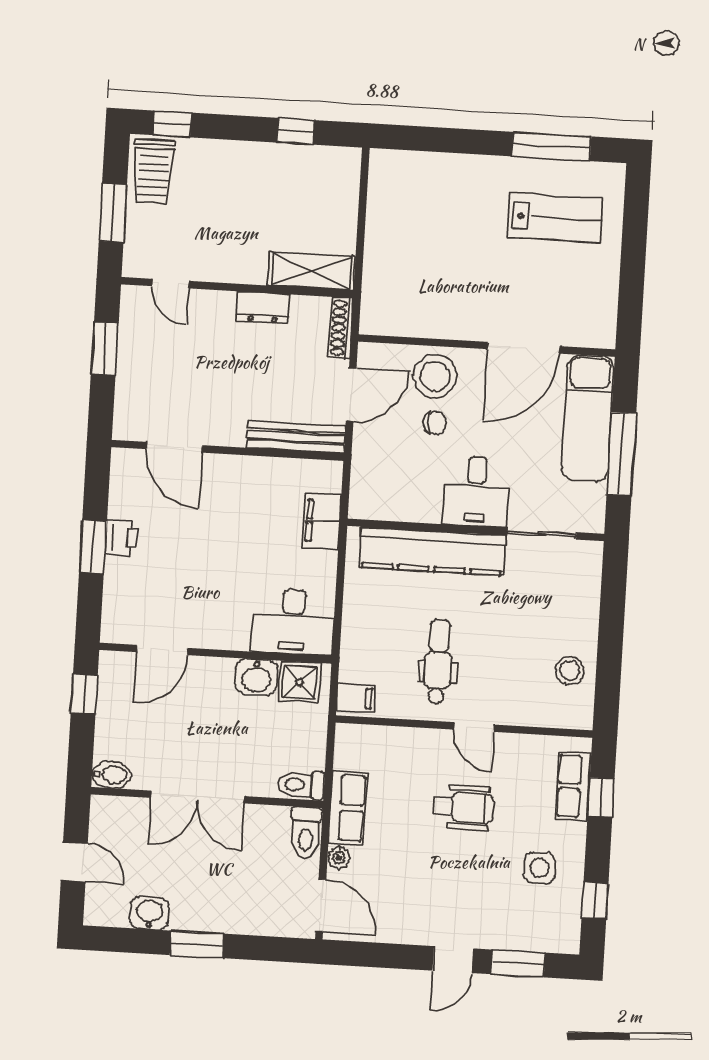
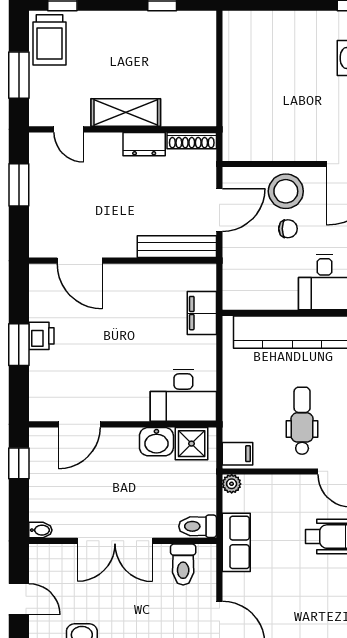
shelving: (312, 271) -> (126, 112), moved
shoe rack: (341, 328) -> (192, 141), moved, turned -90
bidet: (111, 775) -> (40, 530), width x0.72, depth x0.74
toilet: (306, 833) -> (183, 564), moved
plant: (339, 858) -> (232, 484), moved

